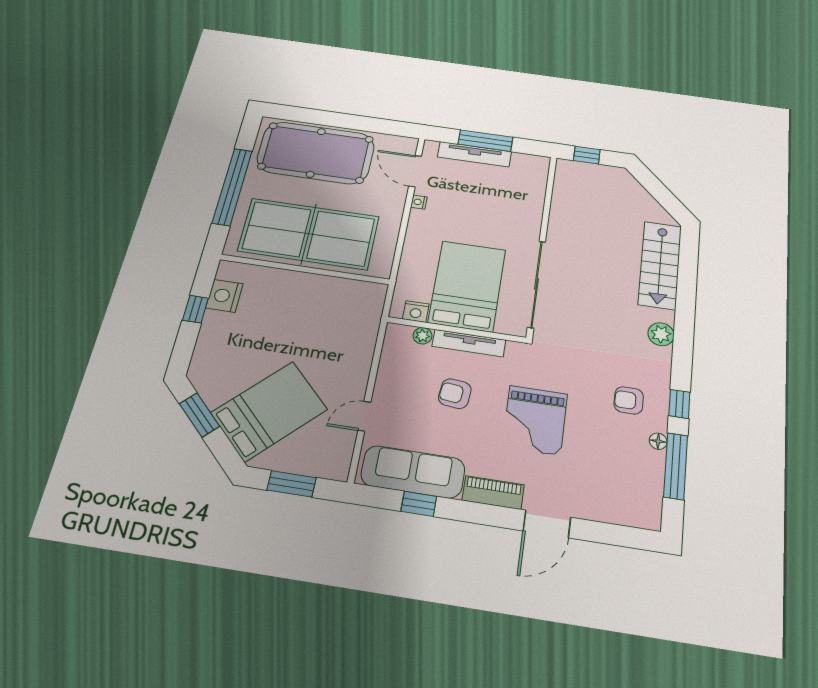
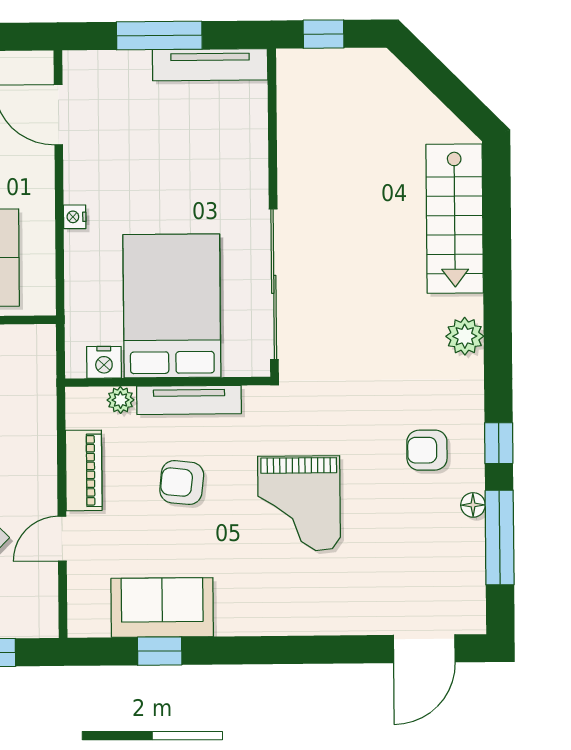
tv unit: (474, 154) -> (210, 65), moved
nightstand: (419, 202) -> (75, 217), moved
sofa: (413, 472) -> (162, 608), width x0.73
piano: (493, 493) -> (84, 470), moved, turned 90
door: (547, 524) -> (424, 649), moved

